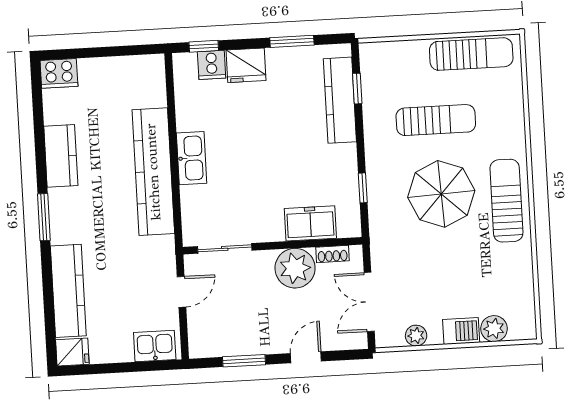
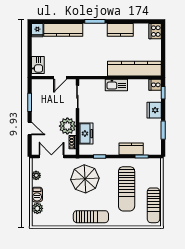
cooker: (212, 65) -> (155, 85), moved
kitchen counter: (340, 100) -> (131, 149), width x0.67
sun lounger: (436, 120) -> (127, 189), width x1.36, depth x1.34
kitchen counter: (153, 172) -> (134, 69), moved
parasol: (441, 194) -> (85, 179), moved
door: (182, 292) -> (60, 78), hinge flipped

